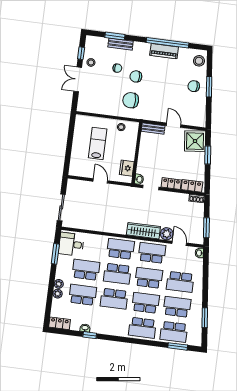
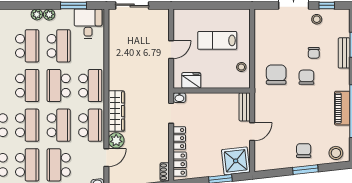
lab bench: (98, 143) -> (217, 40), turned 180
plant: (58, 294) -> (49, 14), moved
school desk: (114, 299) -> (27, 86), turned 180

